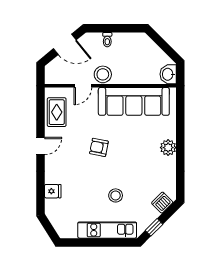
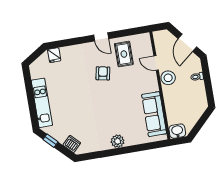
sofa: (134, 101) -> (154, 114), width x0.74, depth x0.79
rug: (57, 112) -> (124, 54), moved, turned 90
armchair: (99, 147) -> (103, 73), moved
fridge: (53, 191) -> (54, 55), moved
stool: (116, 195) -> (71, 105), removed

